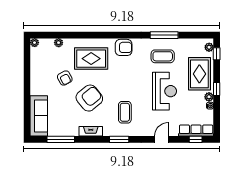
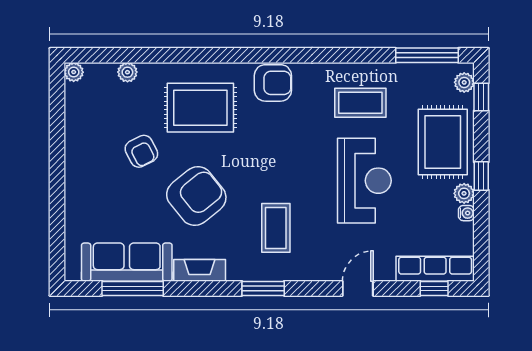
window: (164, 35) -> (427, 55), moved
sofa: (39, 116) -> (127, 262), moved, turned -90

